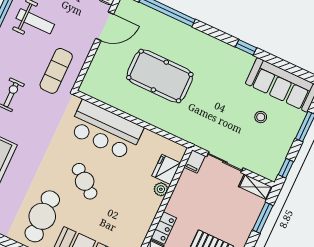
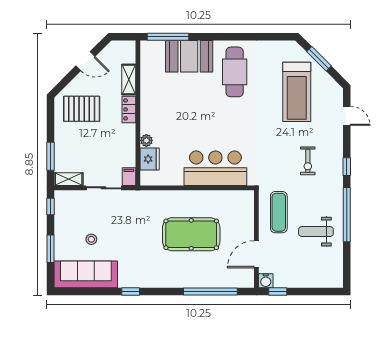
exercise mat: (56, 71) -> (279, 212), moved
cafe table: (85, 181) -> (213, 118), removed

